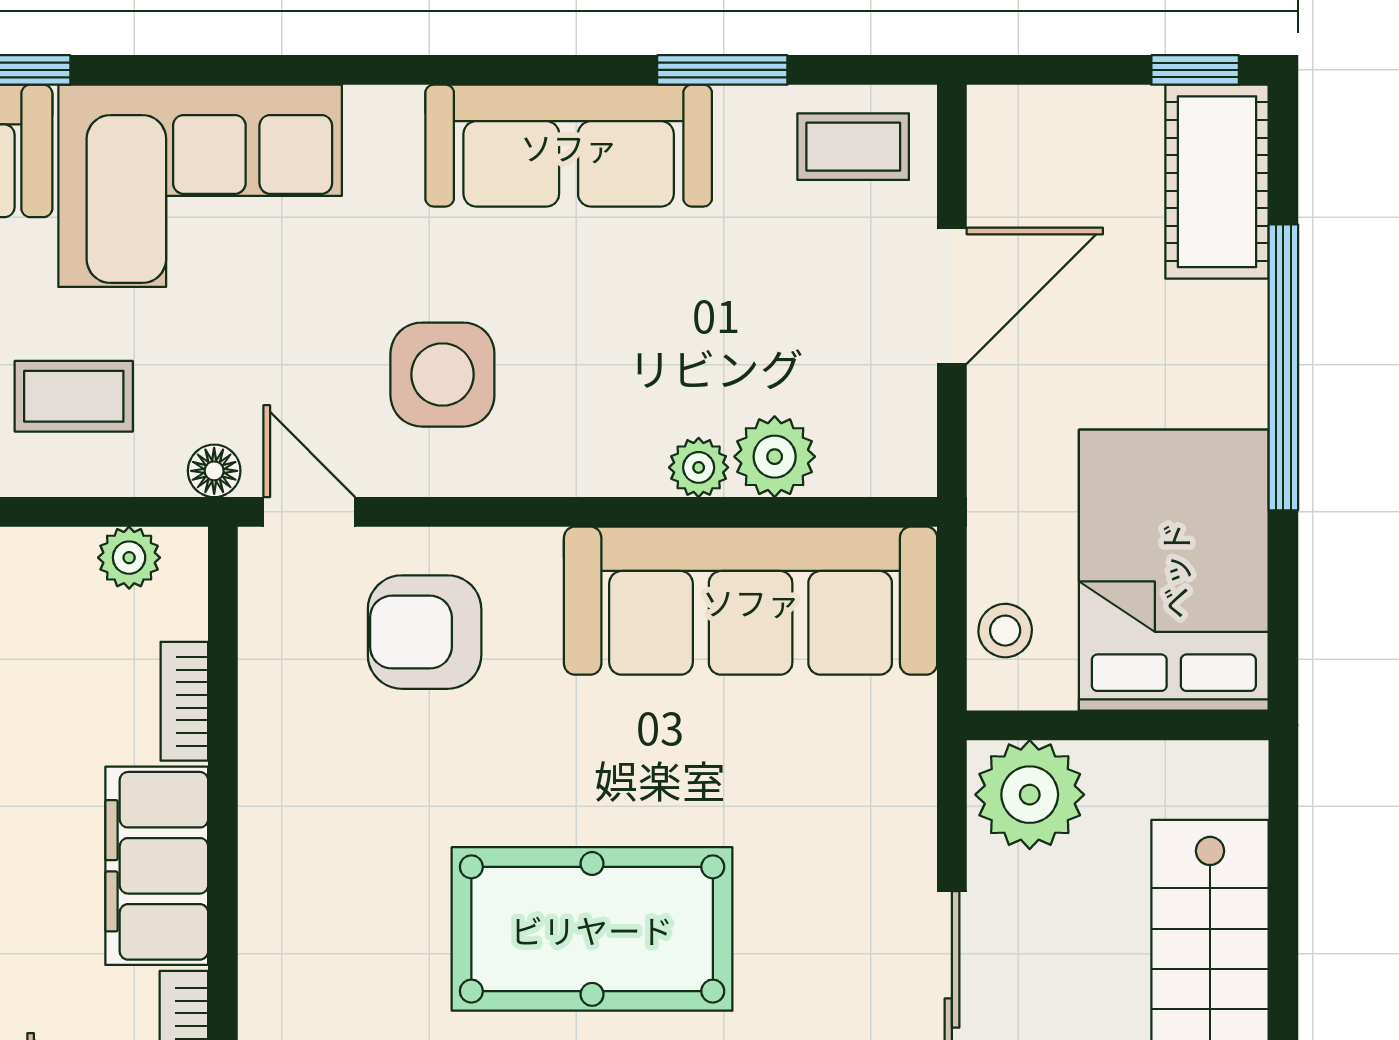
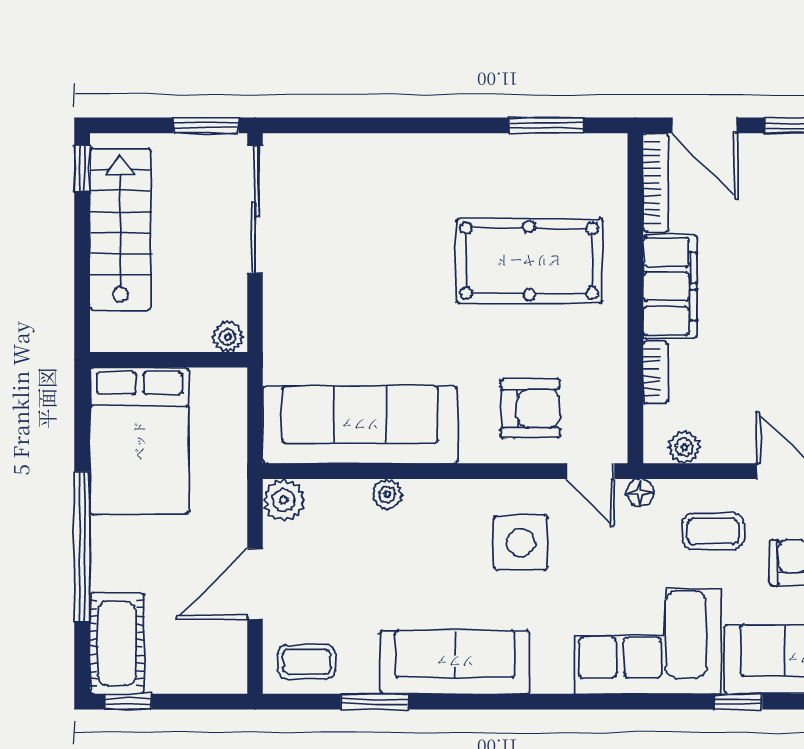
plant: (775, 457) -> (284, 500), moved
stool: (1005, 631) -> (227, 409), removed
plant: (1030, 795) -> (228, 337), width x0.53, depth x0.53
pool table: (592, 929) -> (529, 261), moved

